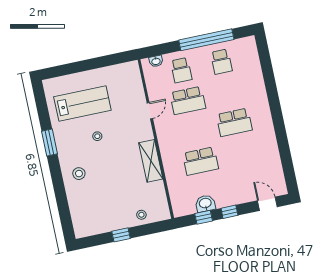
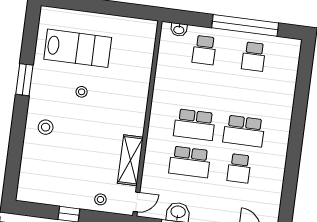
school desk: (188, 100) -> (195, 125), moved
door: (150, 111) -> (137, 202), moved
school desk: (241, 153) -> (239, 168), added
shelving: (151, 161) -> (130, 160), moved

